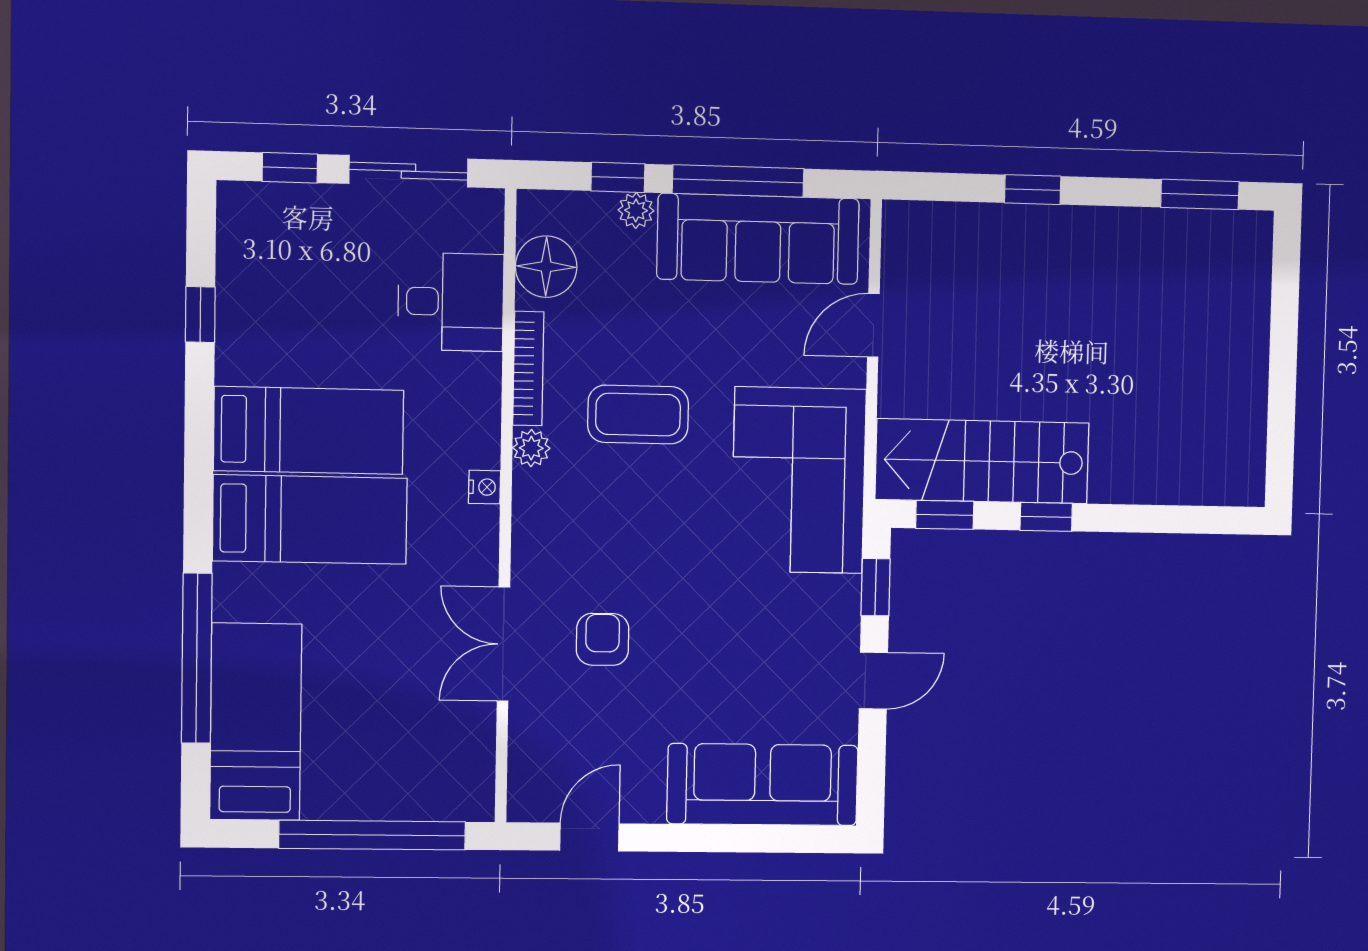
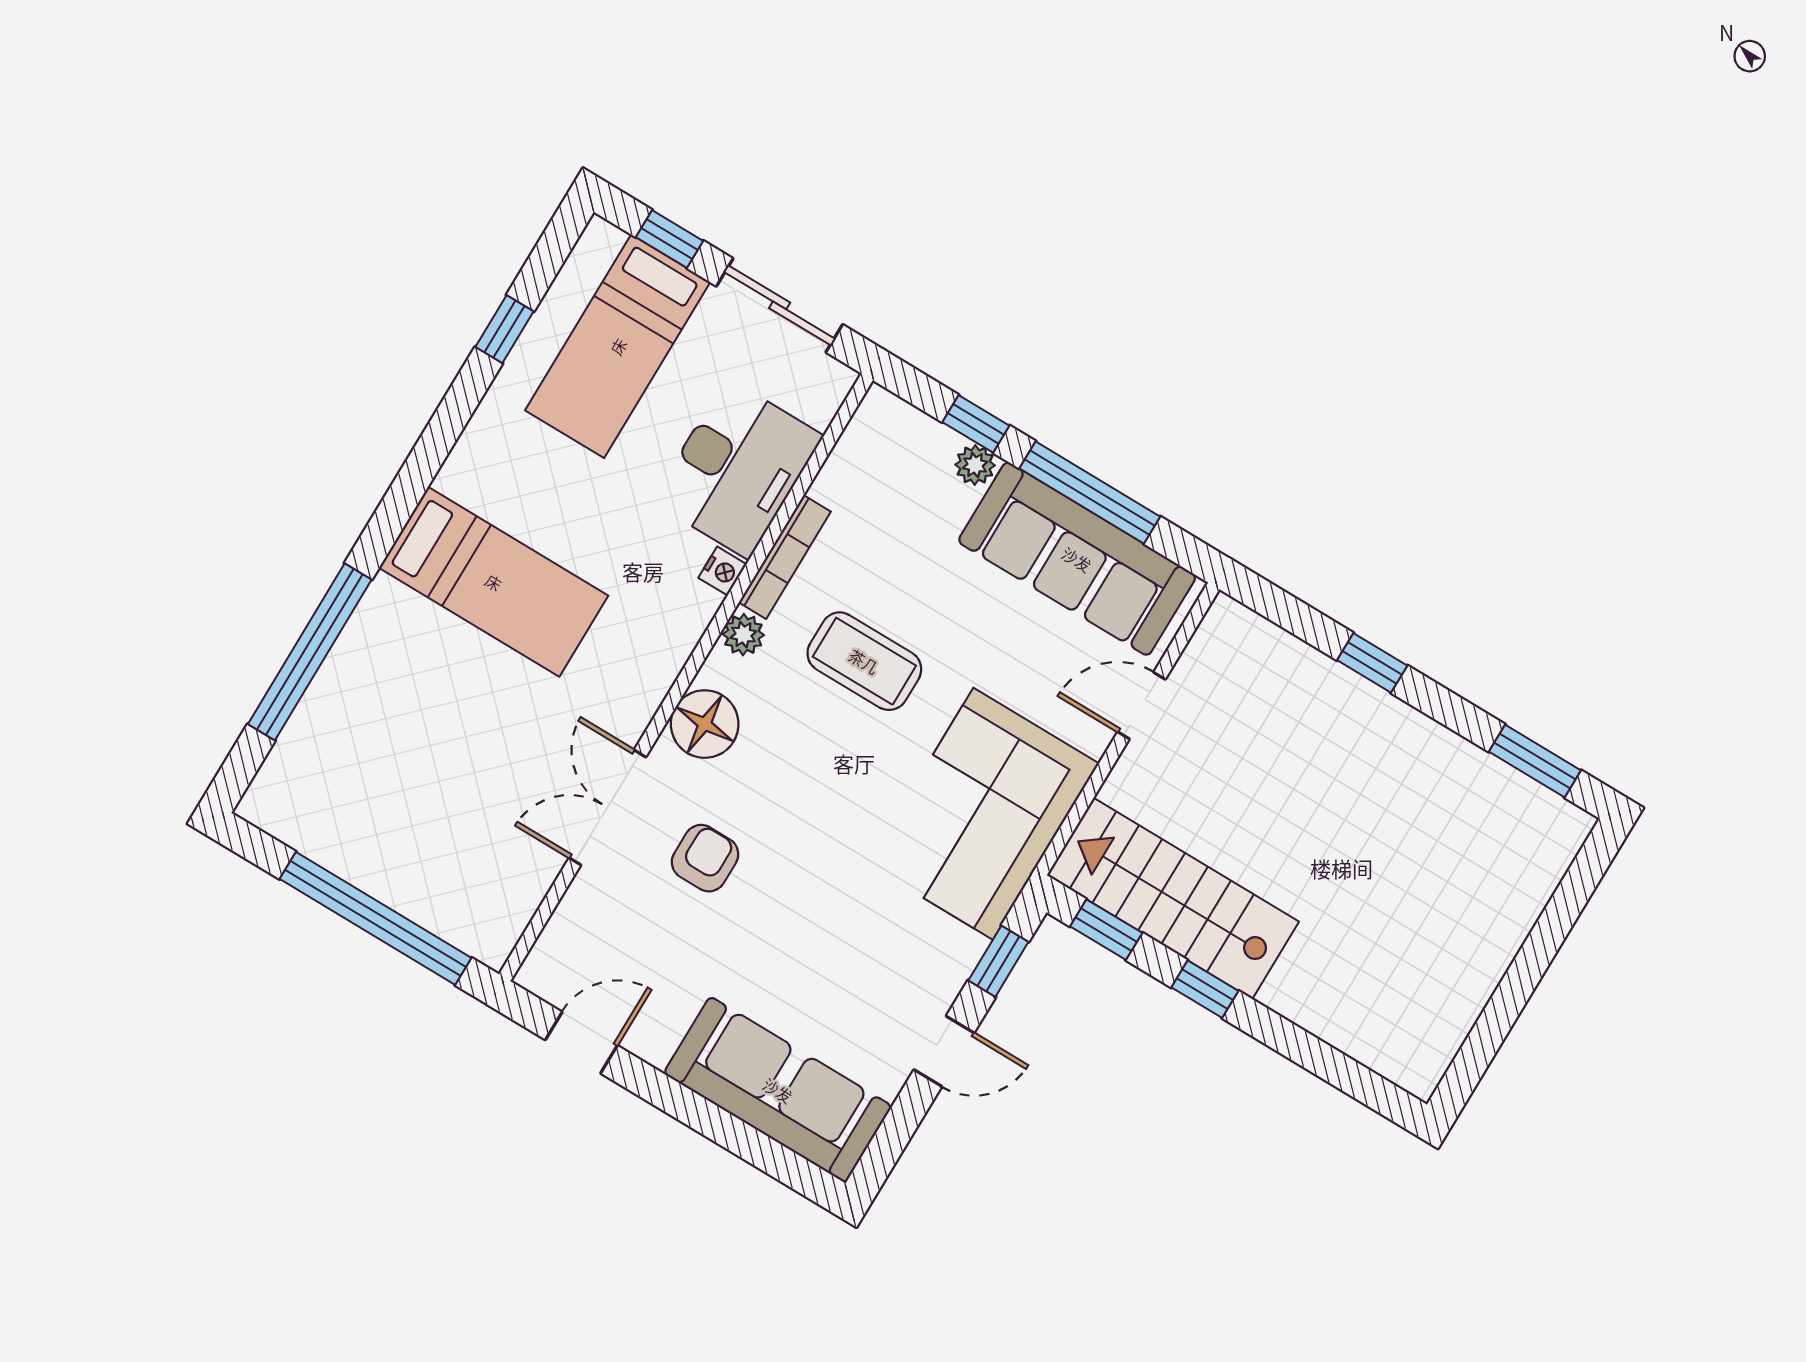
floor lamp: (546, 267) -> (705, 724), moved
desk: (451, 302) -> (738, 469), width x1.37
bed: (309, 430) -> (618, 346), moved, turned 90
nightstand: (485, 487) -> (723, 571), moved
bed: (256, 722) -> (329, 745), removed

